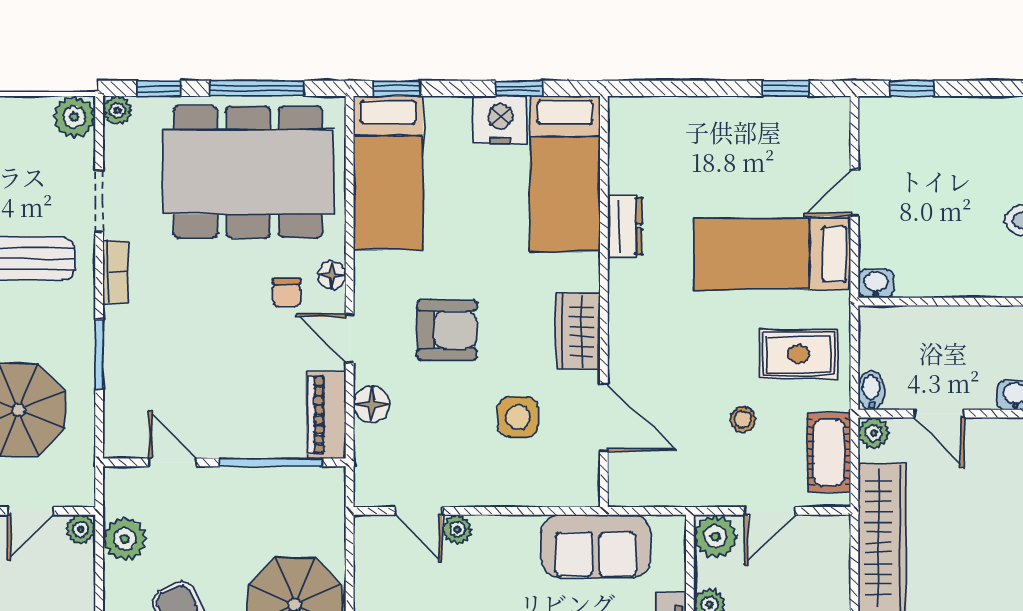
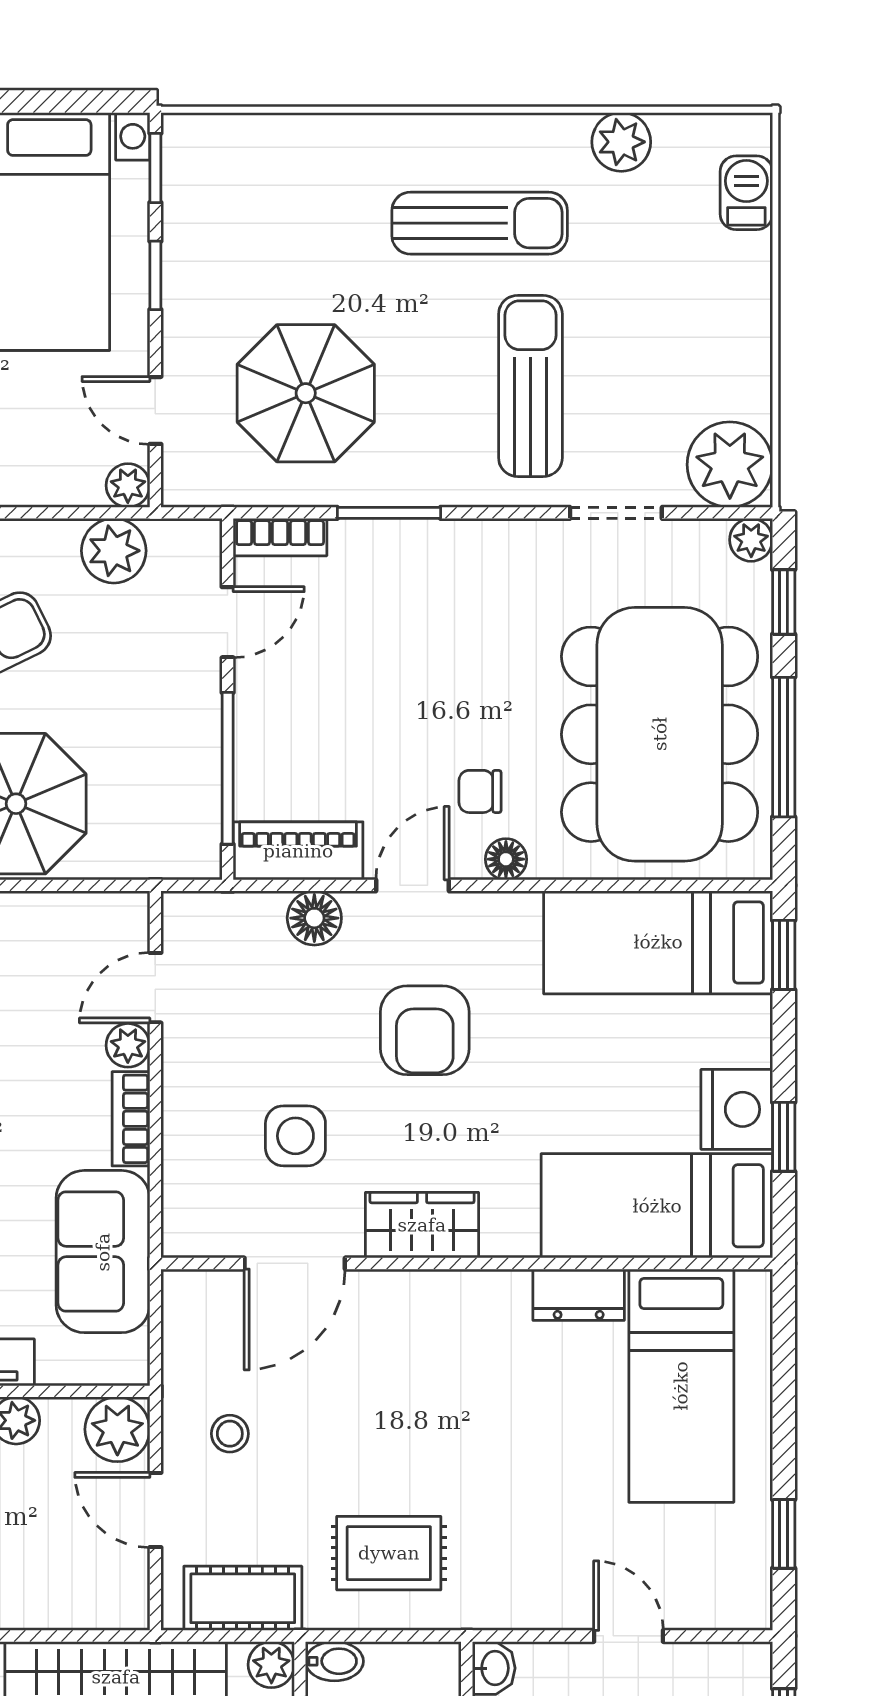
plant: (74, 117) -> (730, 465), width x1.36, depth x1.36
bed: (772, 254) -> (681, 1386), moved, turned 180
bookcase: (115, 272) -> (280, 537), moved
rug: (799, 354) -> (389, 1553), turned 90
stool: (743, 420) -> (230, 1434), moved
bookcase: (507, 527) -> (131, 1119), added

